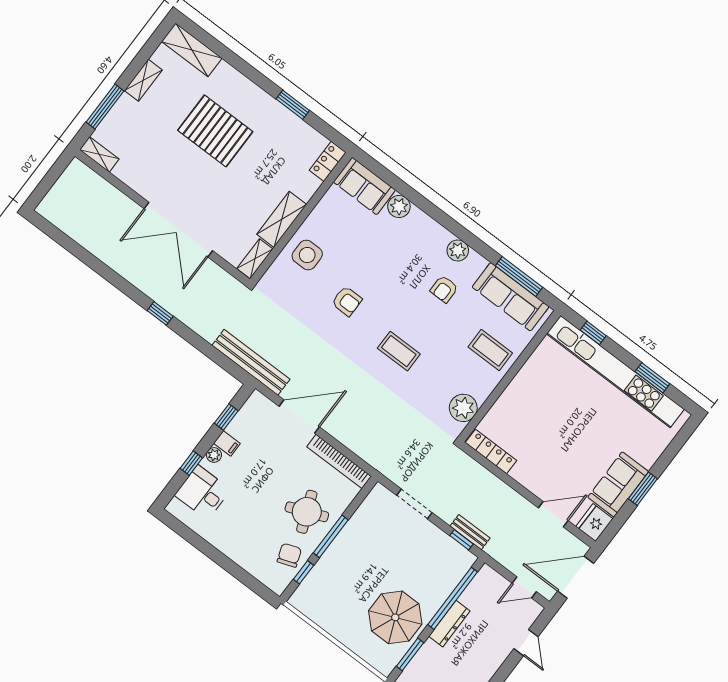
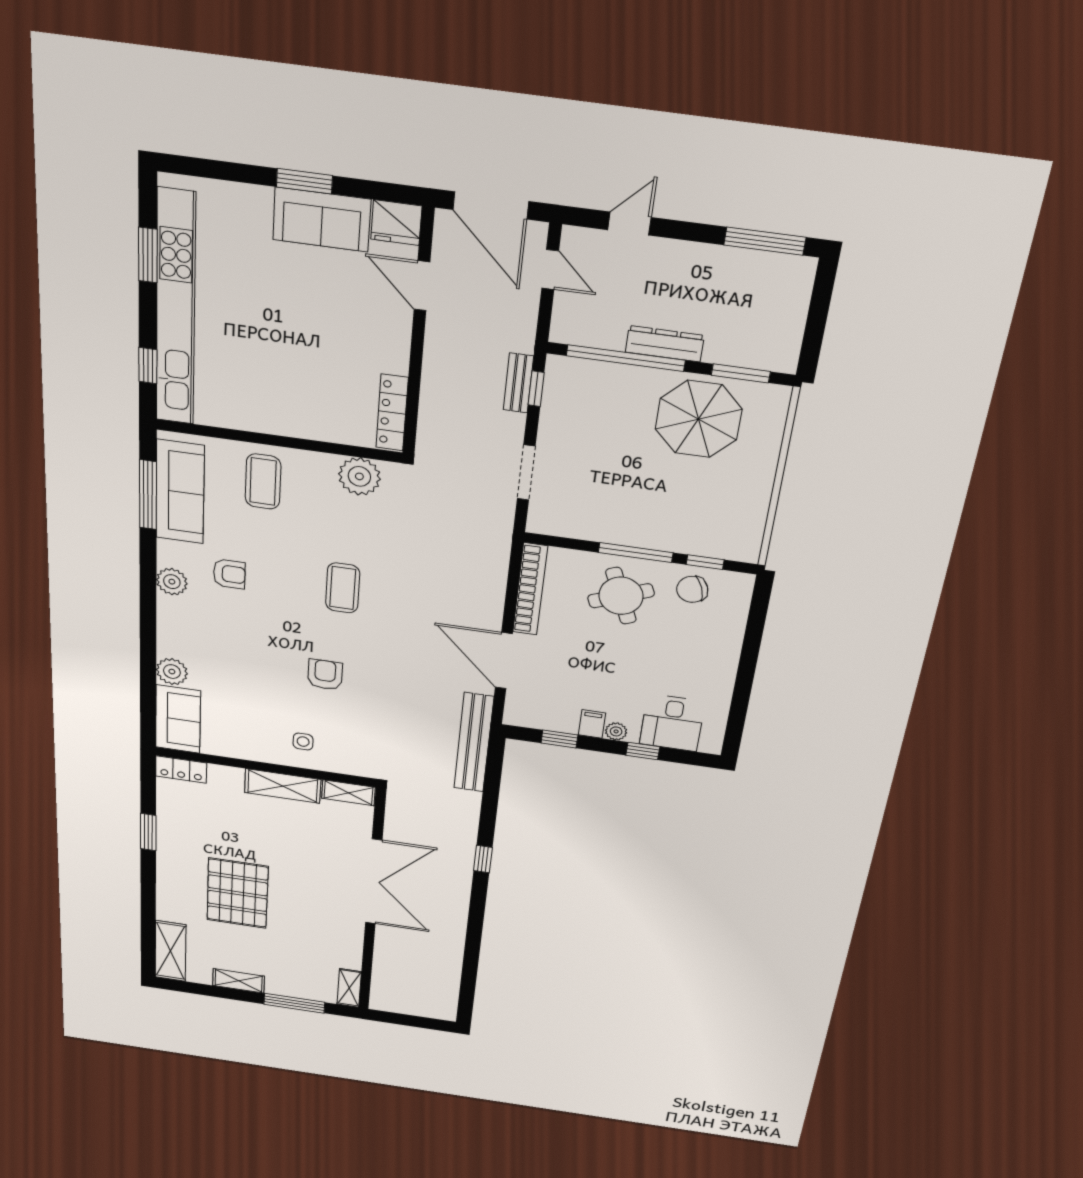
side table: (307, 255) -> (303, 742), width x0.54, depth x0.54

